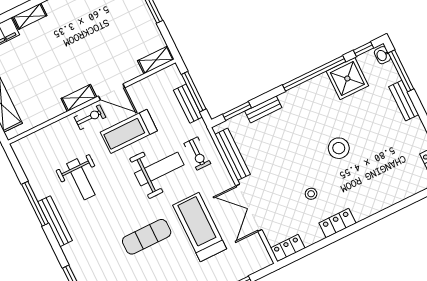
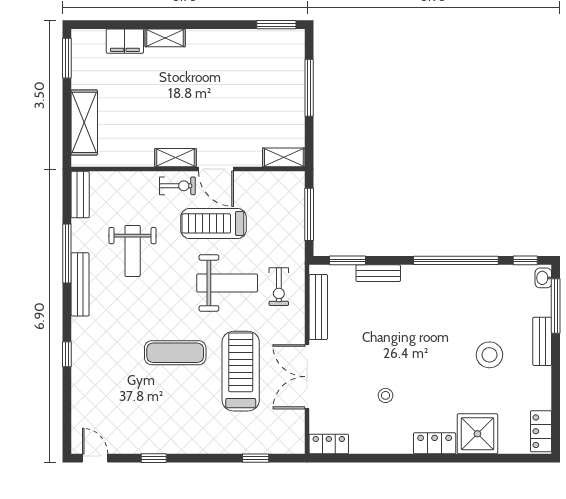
shower: (347, 79) -> (477, 434), moved
bench: (188, 104) -> (80, 195), moved
stool: (339, 148) -> (489, 355), moved
locker: (337, 223) -> (435, 443), moved

